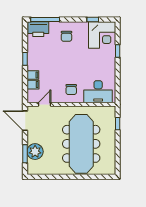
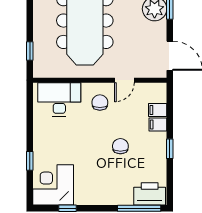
chair: (66, 36) -> (120, 146), moved
door: (44, 104) -> (124, 80), moved

